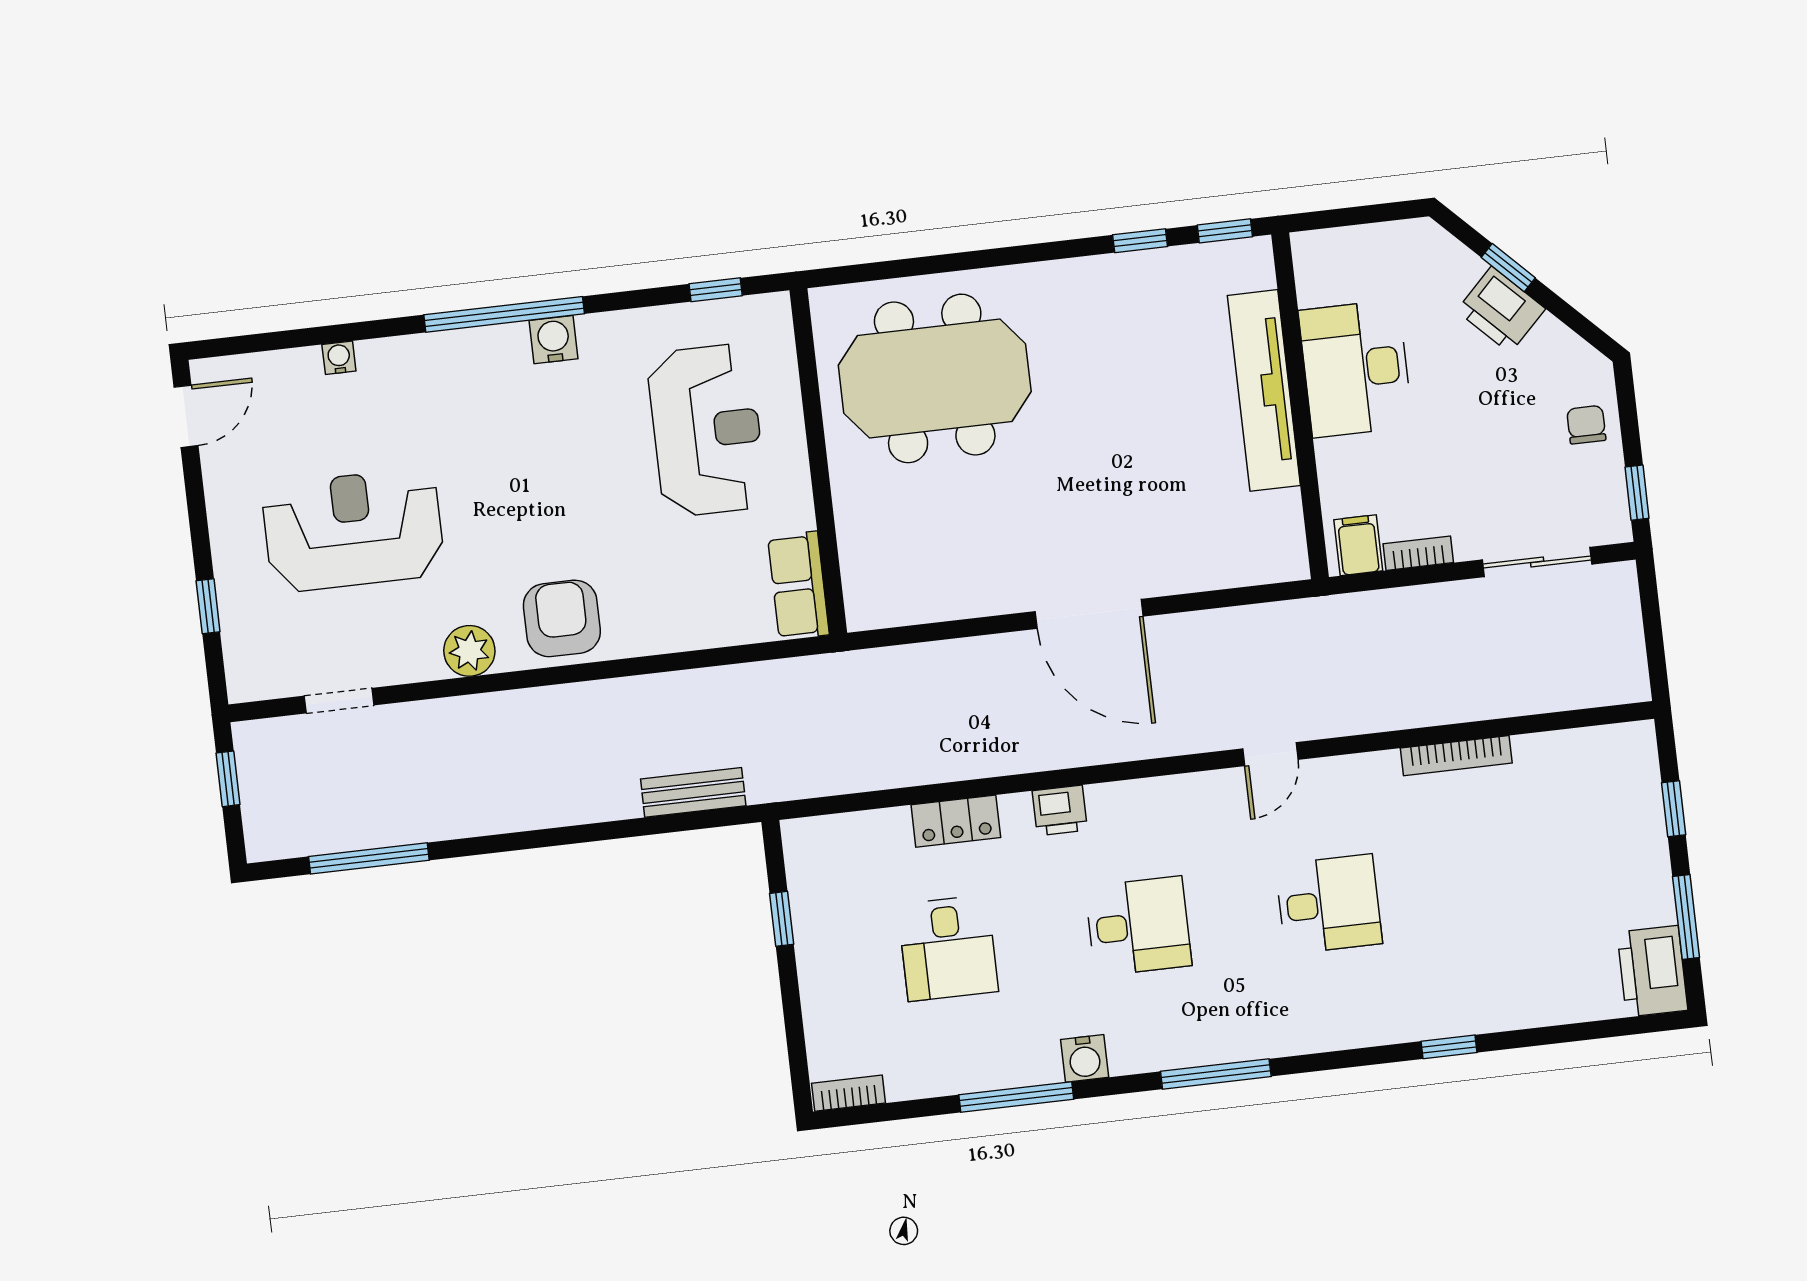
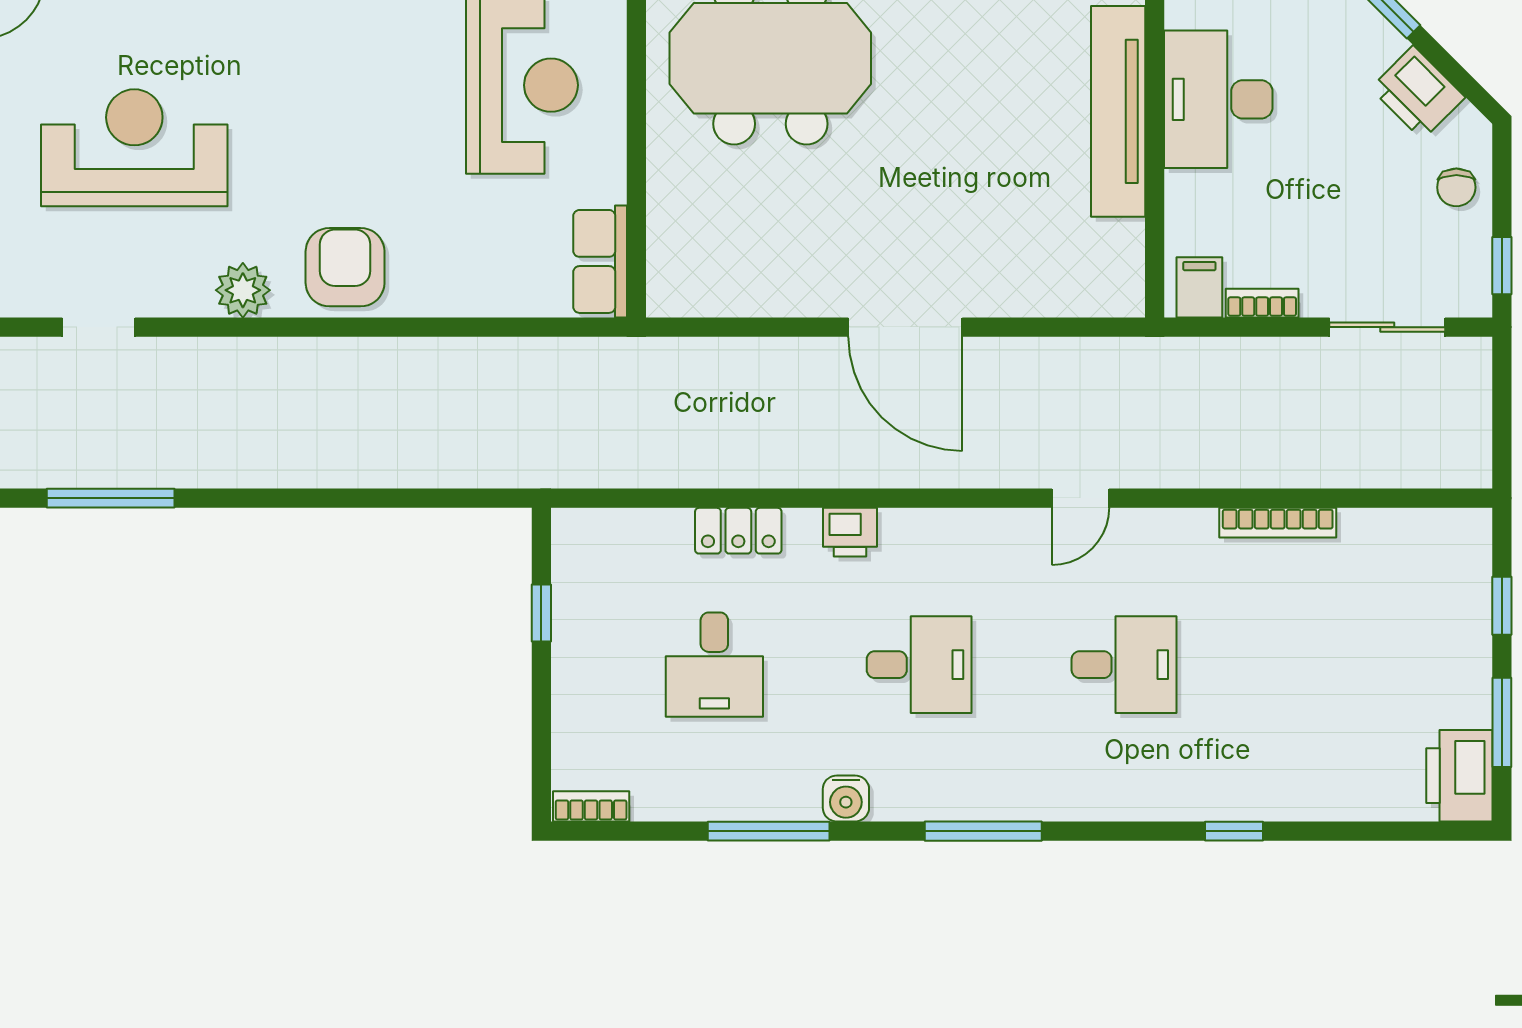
printer: (1501, 310) -> (1418, 93), moved
chair: (1586, 425) -> (1456, 187), turned 180
bench: (693, 792) -> (463, 468), removed

